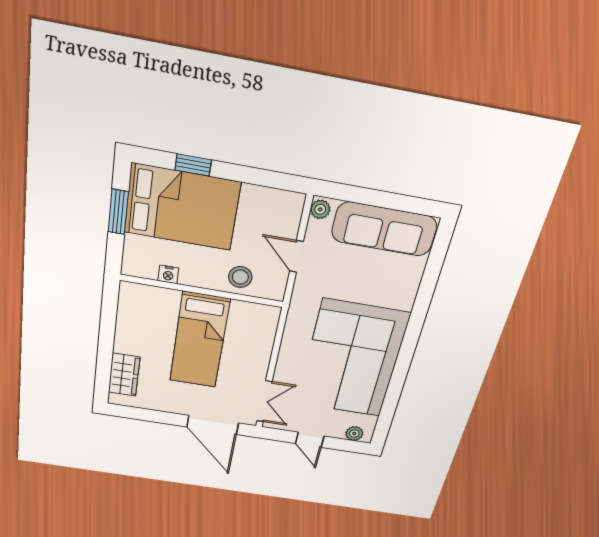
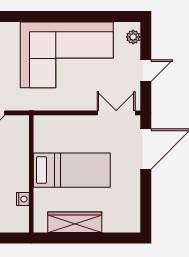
stool: (240, 277) -> (16, 149), removed
wardrobe: (124, 375) -> (75, 222), moved, width x1.50

